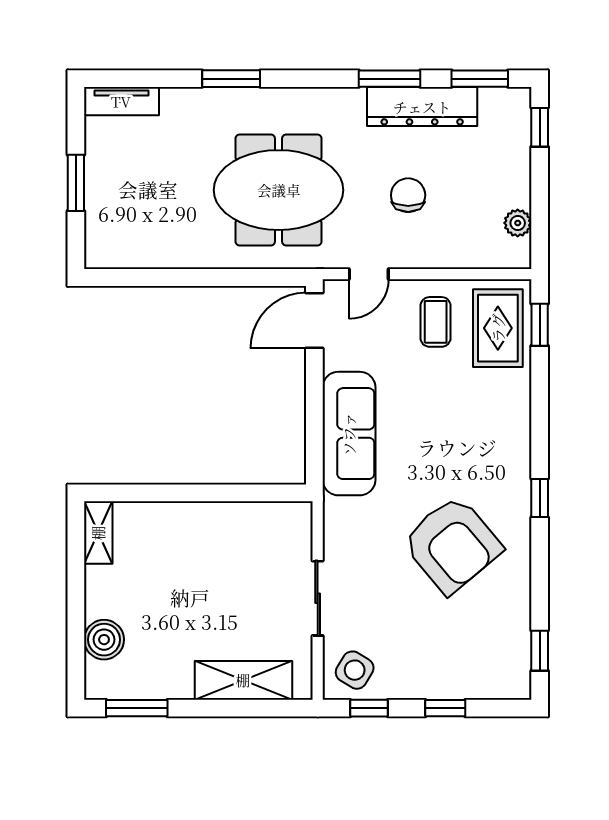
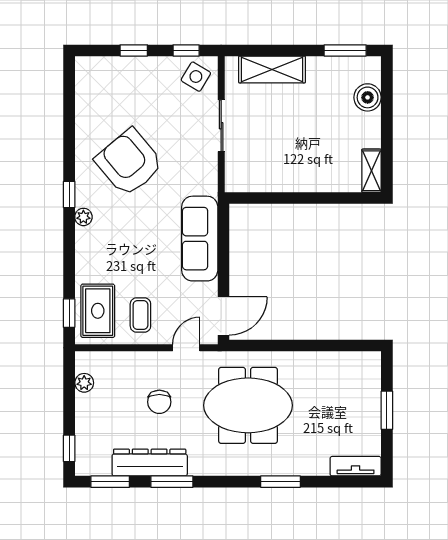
plant: (519, 465) -> (83, 217), added
window: (540, 651) -> (69, 90), removed

